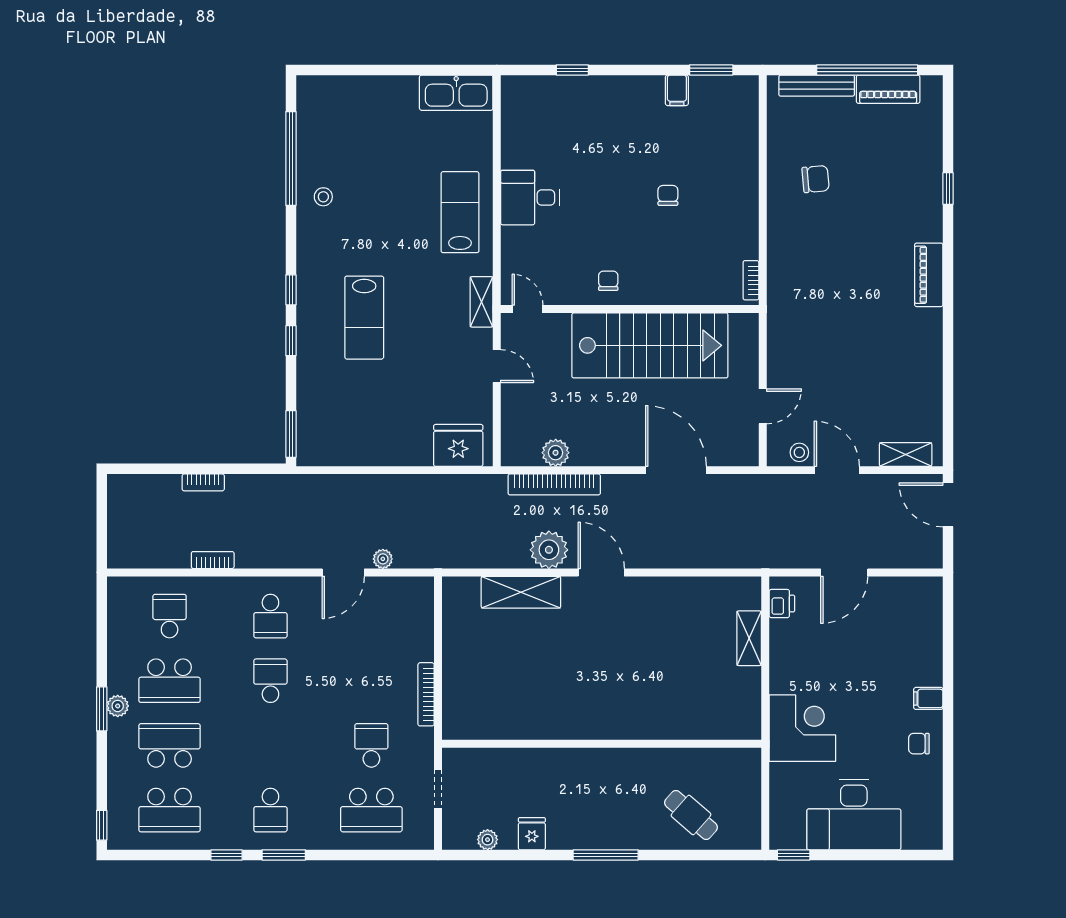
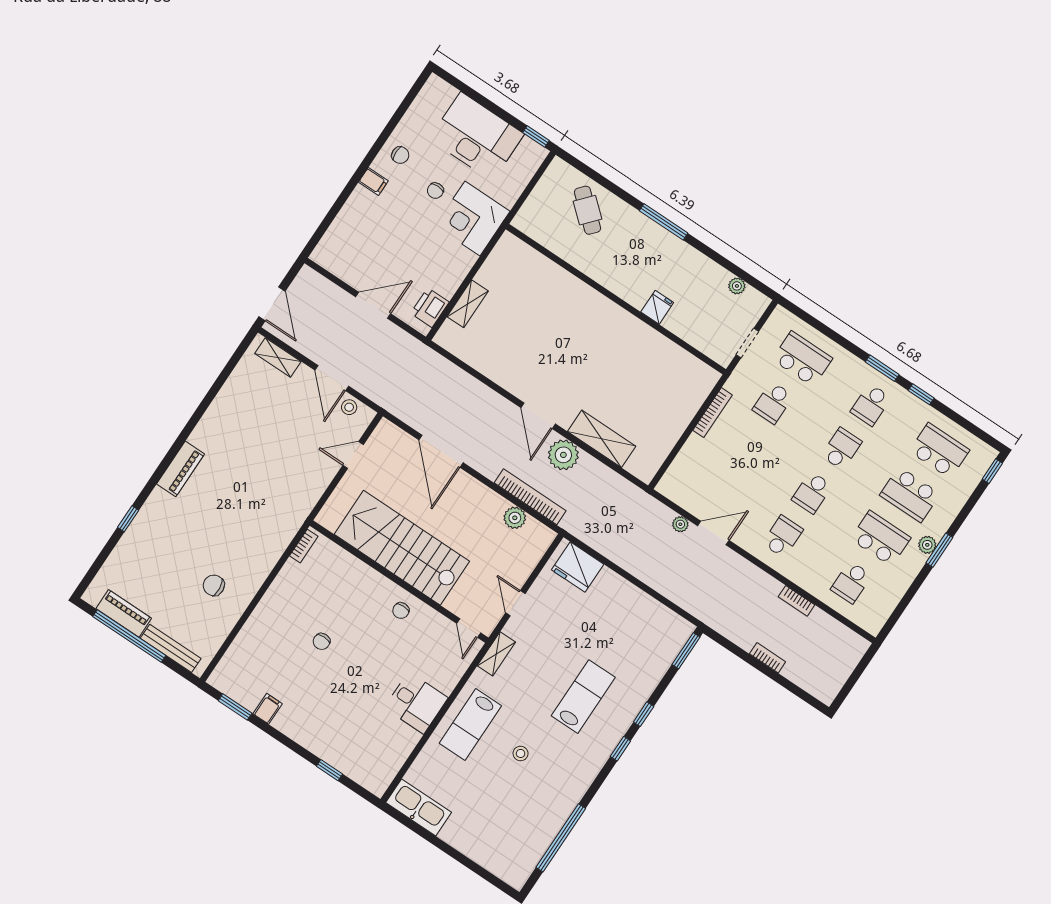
stool: (323, 197) -> (521, 753), moved
printer: (782, 604) -> (430, 308), width x1.36, depth x1.24
chair: (859, 731) -> (435, 191), added
school desk: (270, 745) -> (841, 449), added
school desk: (270, 810) -> (871, 405), turned 180
fridge: (532, 834) -> (657, 307), moved, turned 180

